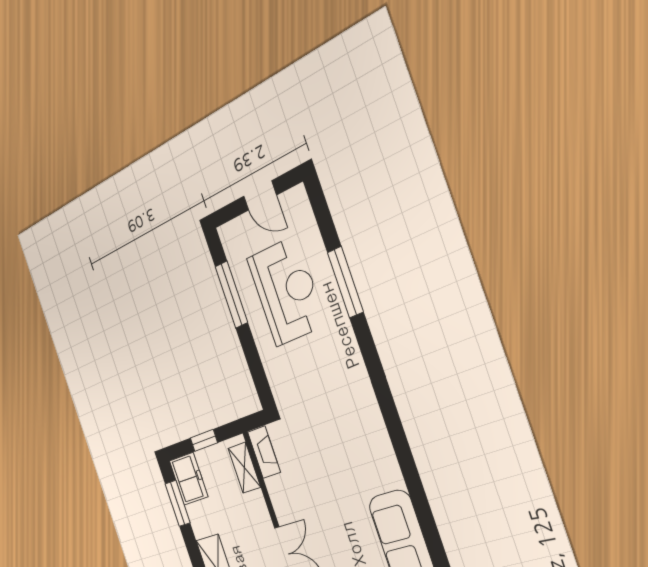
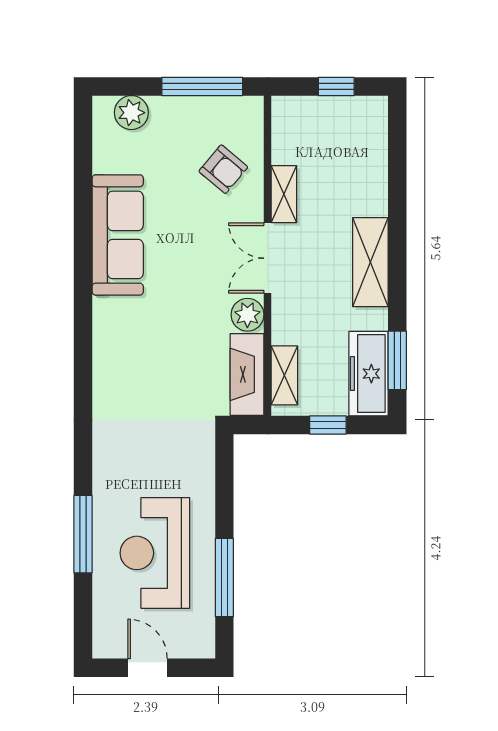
fireplace: (264, 452) -> (247, 374), width x1.37, depth x1.32
freezer: (189, 479) -> (369, 374), width x1.40
plant: (285, 506) -> (247, 315), added

